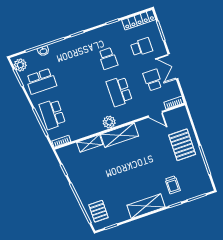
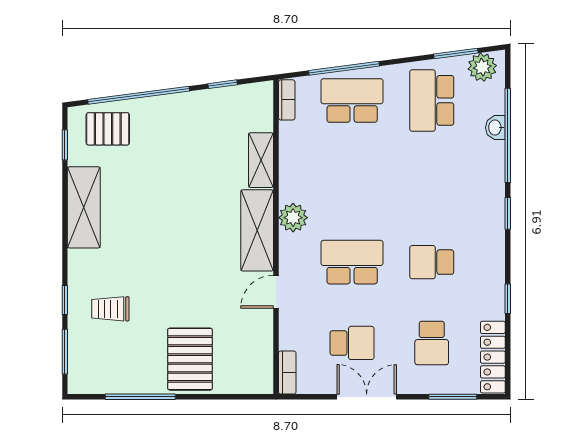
door: (155, 114) -> (276, 292), moved
pallet: (182, 145) -> (190, 359), turned 90
shelving: (146, 206) -> (84, 207), moved

